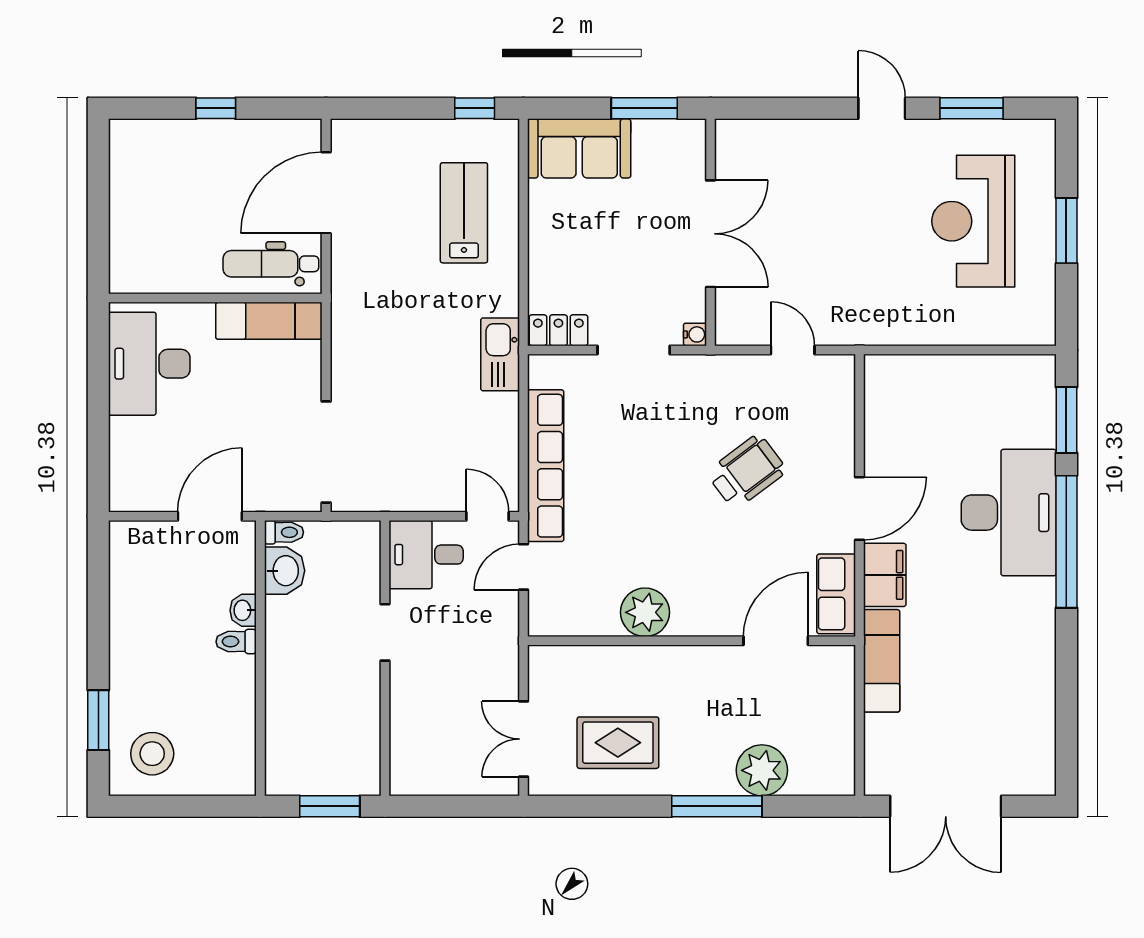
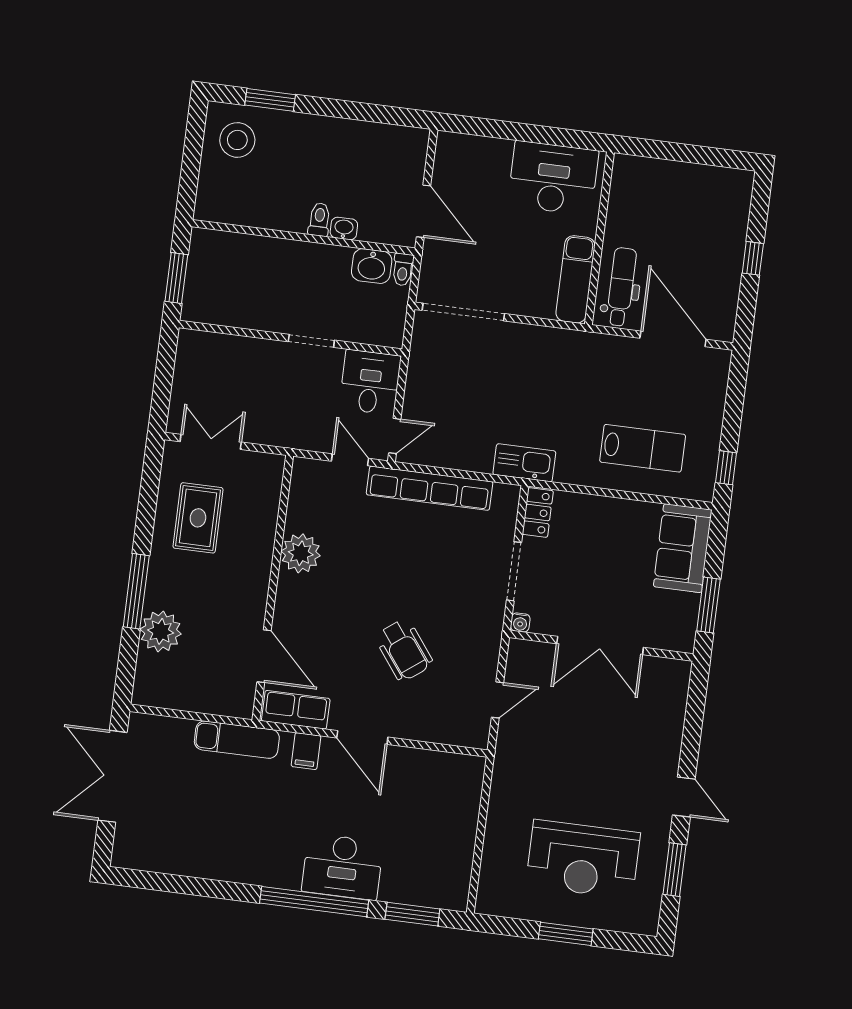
door: (882, 108) -> (684, 797), hinge flipped
reception desk: (973, 221) -> (583, 859), turned 180
desk: (1009, 513) -> (342, 867), width x0.73, depth x0.77
filing cabinet: (885, 575) -> (306, 751), width x0.50

